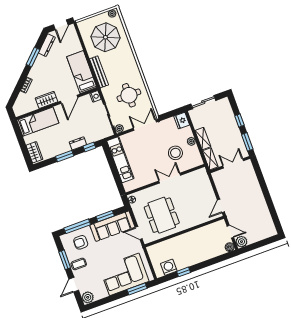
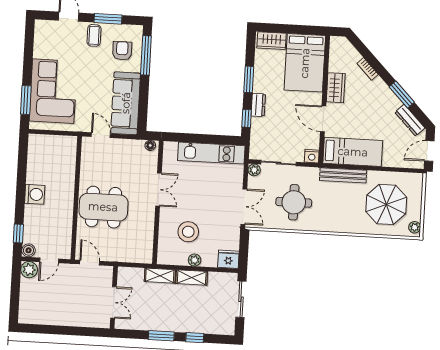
door: (61, 25) -> (429, 151), hinge flipped
bed: (38, 122) -> (305, 63), width x1.50
double door: (233, 163) -> (114, 302), moved
wall: (230, 165) -> (114, 297), moved
double door: (170, 178) -> (159, 190), moved
dining table: (162, 215) -> (103, 207), moved
window: (105, 216) -> (143, 99), removed
door: (139, 233) -> (101, 135), hinge flipped
washing machine: (169, 267) -> (35, 194), moved
window: (184, 272) -> (18, 233), moved
plant: (88, 297) -> (43, 28), removed

